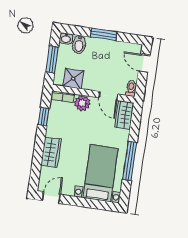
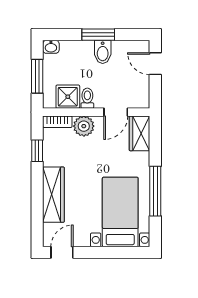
bidet: (79, 44) -> (103, 52), moved
toilet: (131, 88) -> (87, 98), moved
door: (108, 96) -> (116, 112), hinge flipped
wardrobe: (51, 152) -> (53, 195), width x1.50

